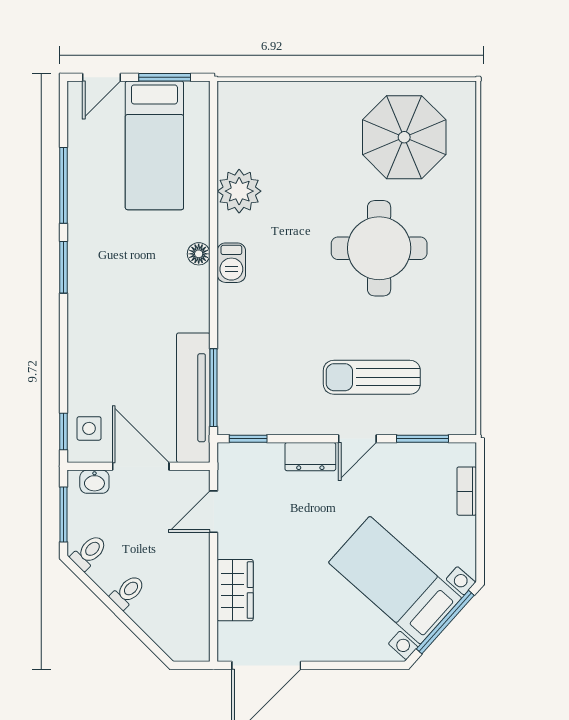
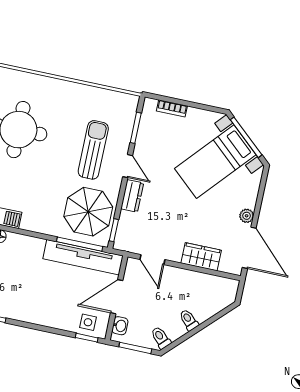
sun lounger: (372, 377) -> (93, 150), turned 180
parasol: (269, 391) -> (88, 212), added
plant: (318, 650) -> (247, 216), added

